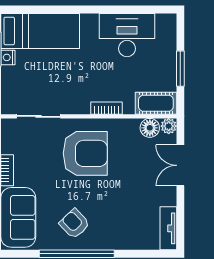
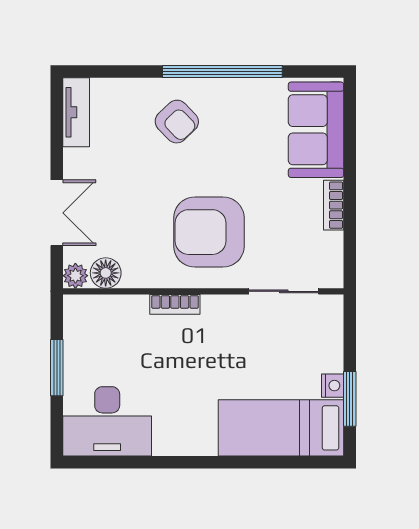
desk: (127, 35) -> (107, 421), moved
cot: (156, 103) -> (96, 312), removed
armchair: (74, 224) -> (177, 122), moved

